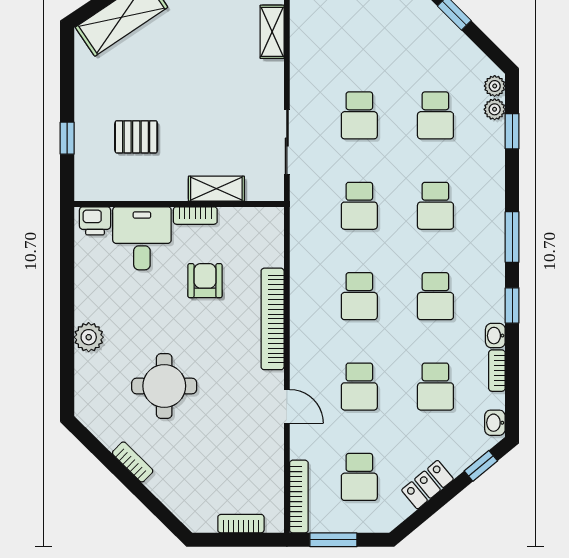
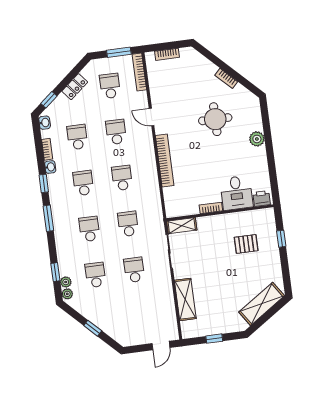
shelving: (272, 32) -> (185, 299), width x1.50, depth x1.33
shelving: (216, 189) -> (182, 226), moved
armchair: (205, 281) -> (202, 175), removed

